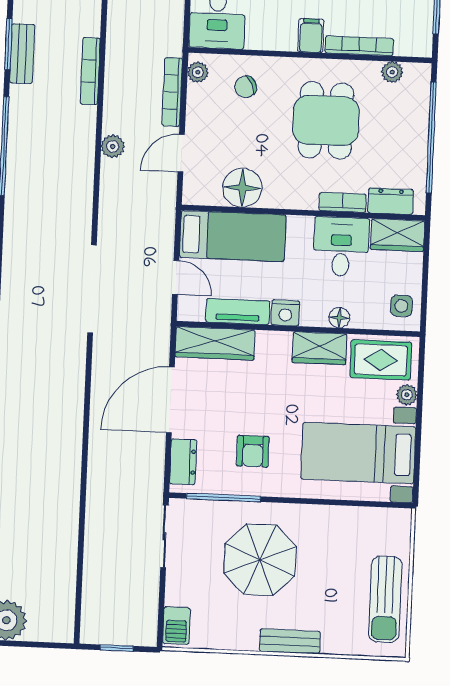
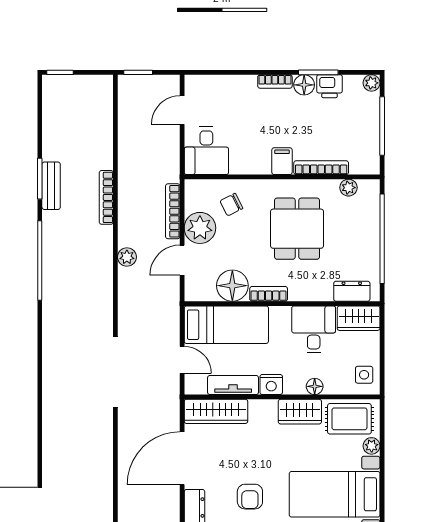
plant: (198, 72) -> (200, 228), moved, width x1.88, depth x1.88
bookcase: (343, 202) -> (269, 294), moved

